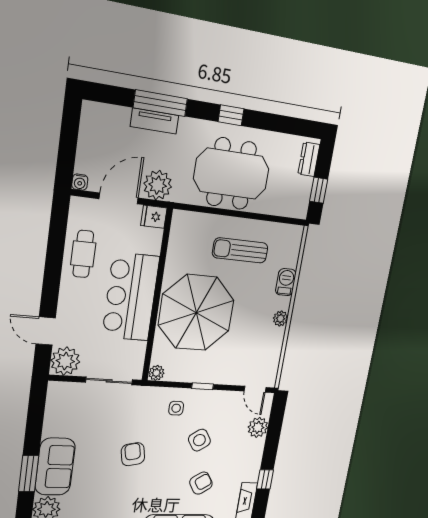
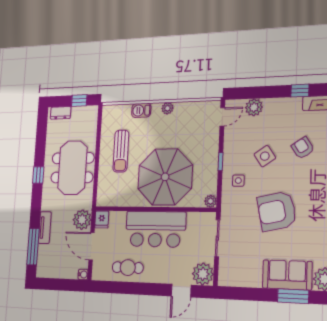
window: (160, 103) -> (33, 247), moved
armchair: (133, 454) -> (277, 211), width x1.88, depth x1.88

